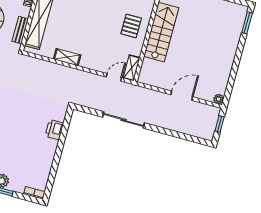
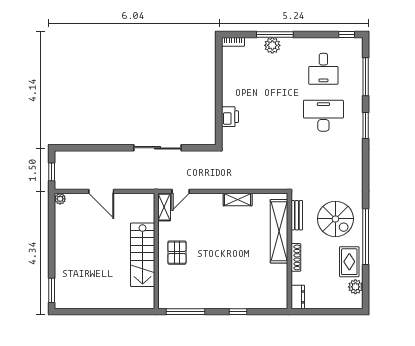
door: (182, 96) -> (101, 191), hinge flipped

